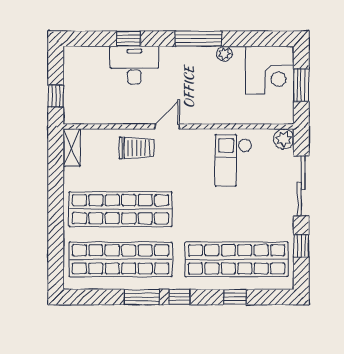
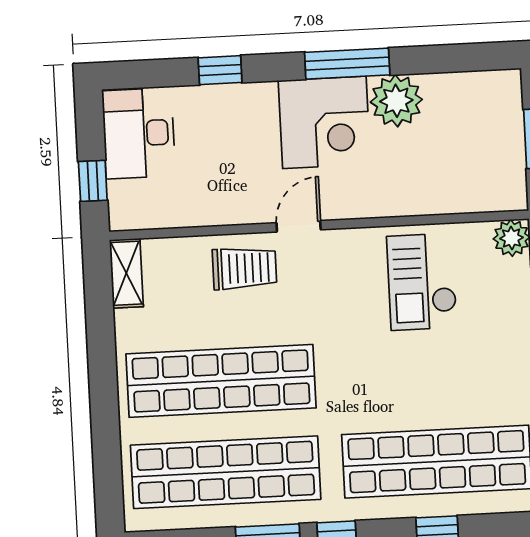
plant: (224, 54) -> (396, 101), width x1.88, depth x1.88
desk: (134, 65) -> (139, 133), moved, turned -90
corner desk: (270, 70) -> (324, 122), moved

